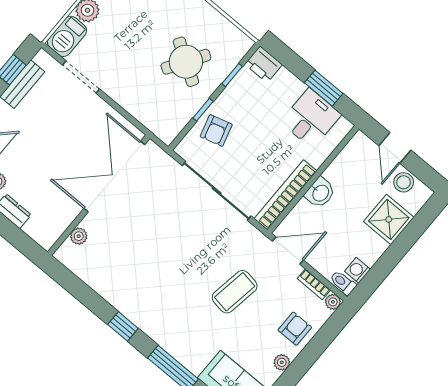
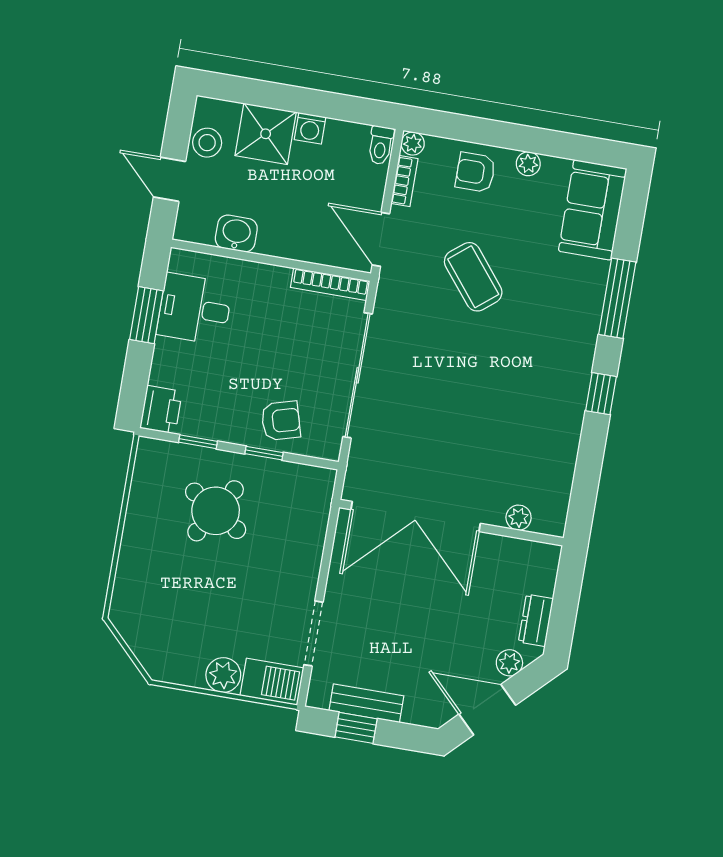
door: (395, 148) -> (170, 179), swing flipped
washbasin: (320, 193) -> (236, 233), moved
bookcase: (285, 195) -> (330, 284), width x0.68, depth x0.76
washing machine: (357, 270) -> (310, 128), moved
coffee table: (235, 292) -> (473, 277), turned 42

